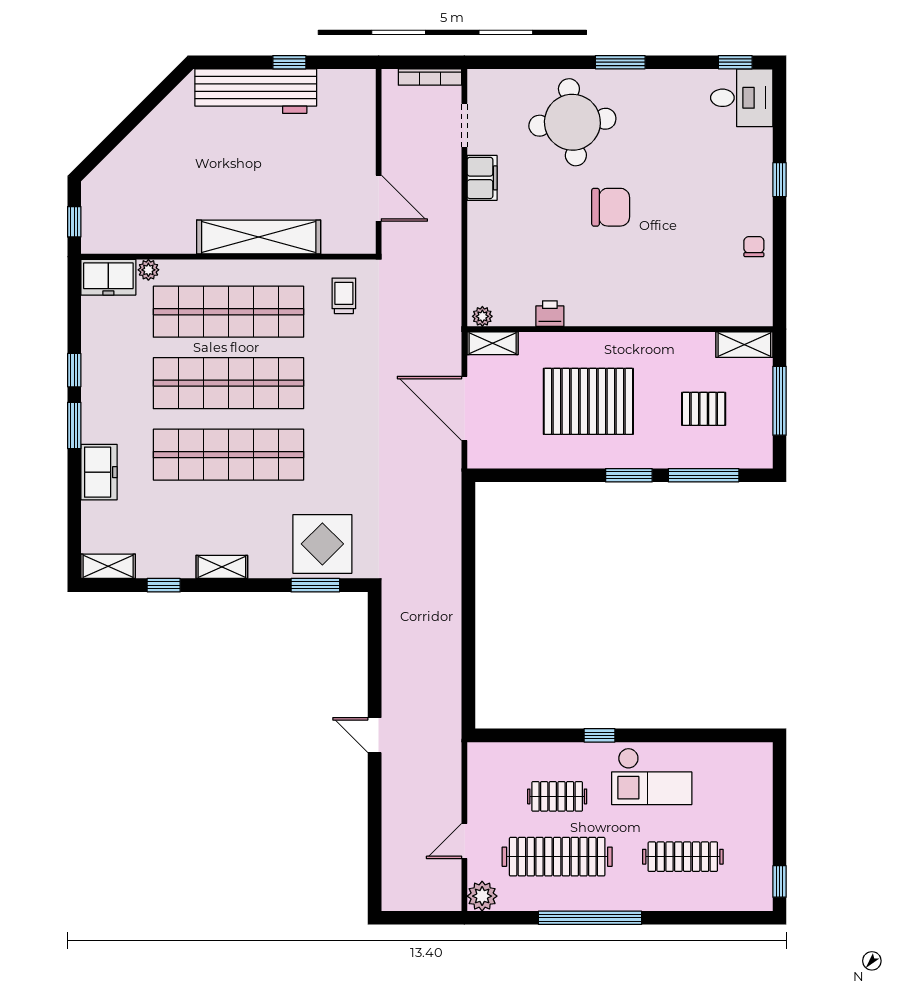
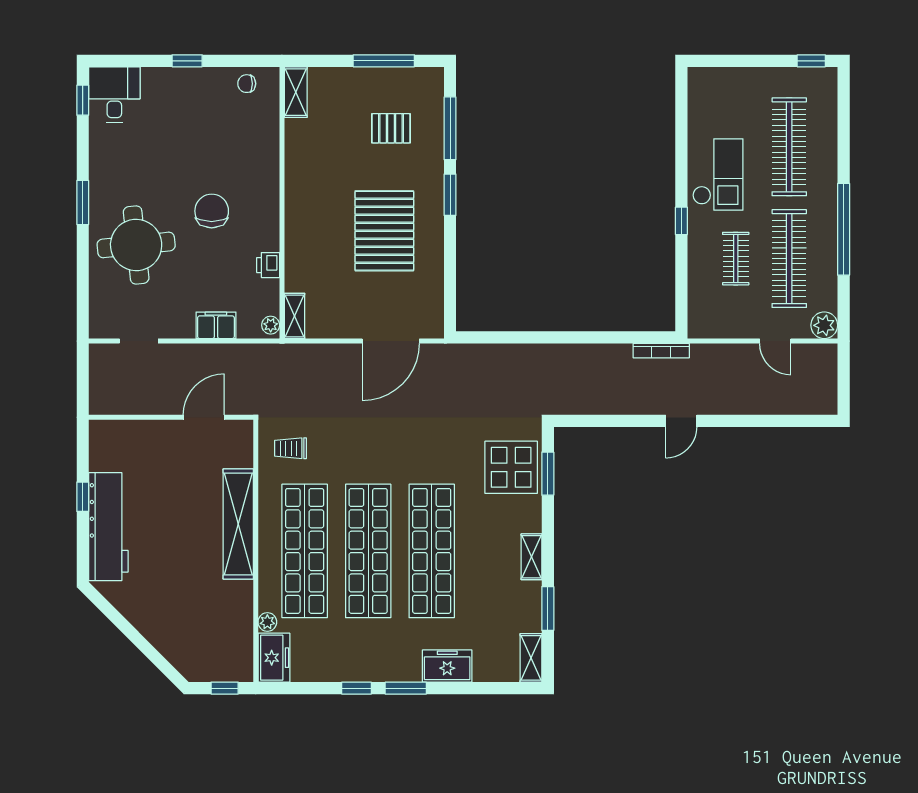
bookcase: (430, 77) -> (661, 351), moved, turned 90
filing cabinet: (482, 178) -> (216, 325), moved
printer: (550, 314) -> (268, 265), moved
plant: (482, 316) -> (271, 325), moved
wall: (620, 329) -> (282, 203), moved
shelving: (493, 343) -> (294, 316), moved
shelving: (744, 345) -> (296, 92), moved
pallet: (704, 409) -> (391, 128), turned 90
window: (164, 585) -> (548, 608), width x1.50
clothes rail: (683, 857) -> (789, 147), width x1.37, depth x1.31

